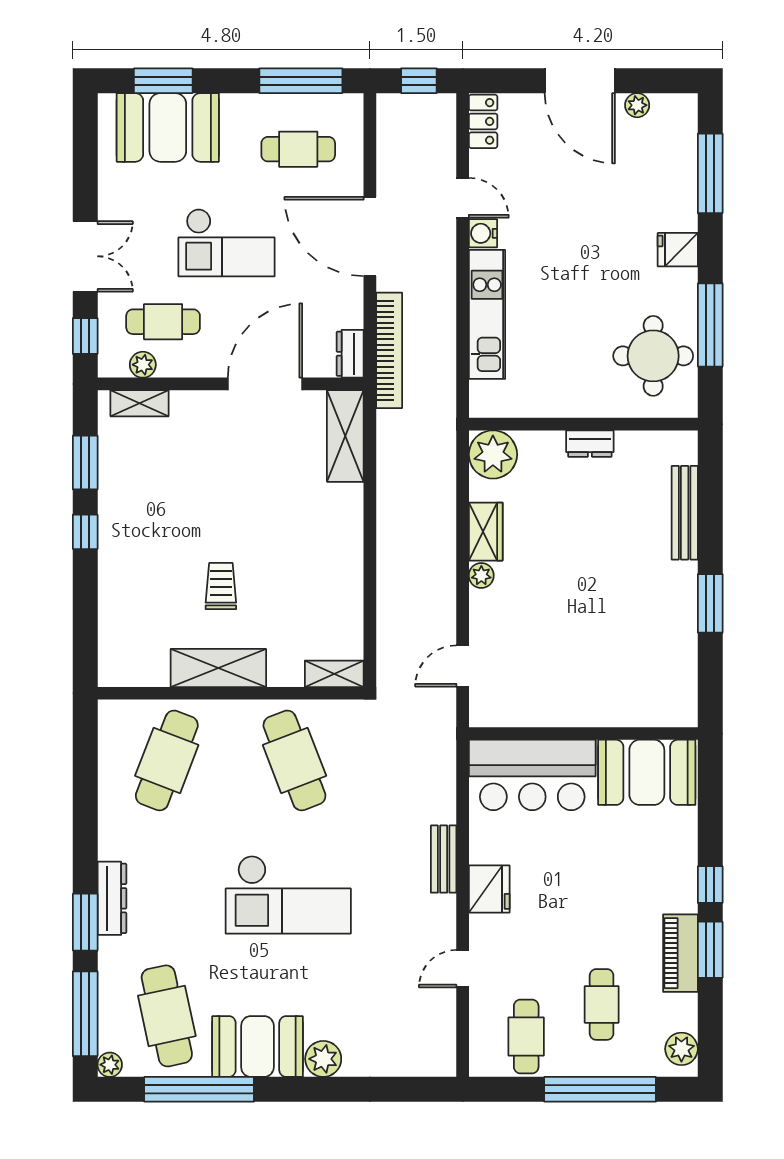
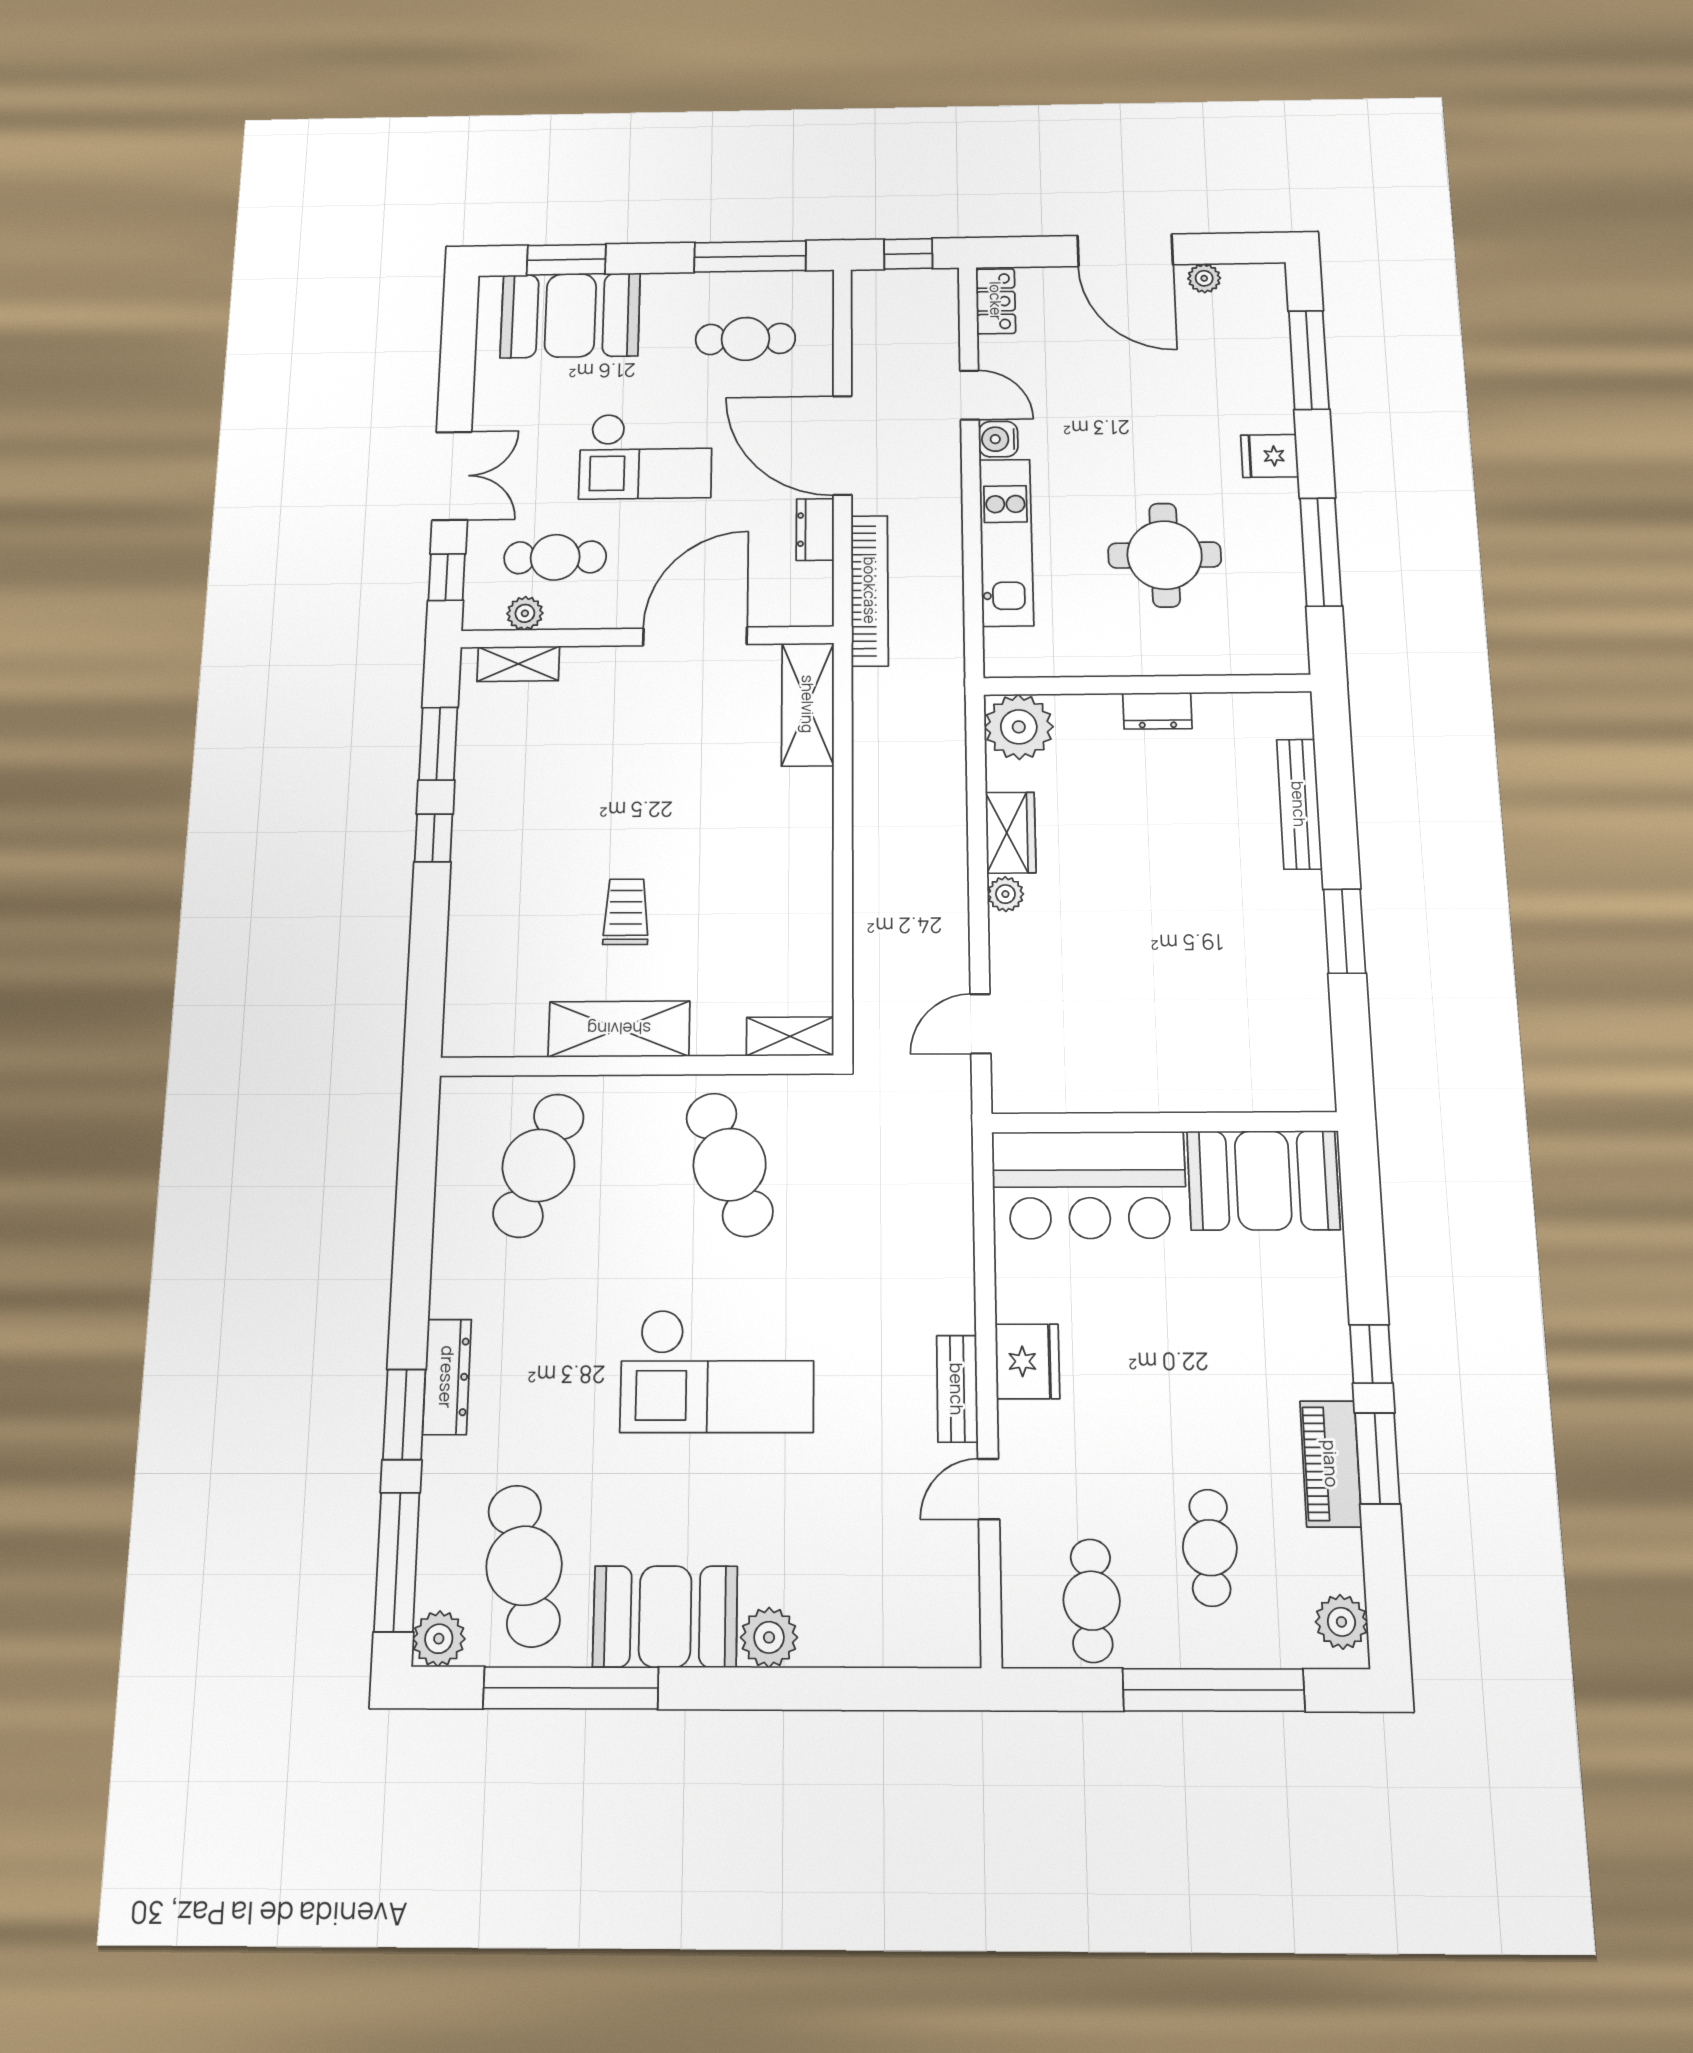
dresser: (350, 354) -> (815, 529), moved
round table: (653, 356) -> (1165, 555), moved
bench: (444, 859) -> (957, 1389), moved
plant: (110, 1065) -> (439, 1639), width x1.38, depth x1.38

